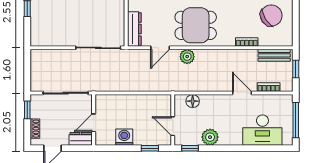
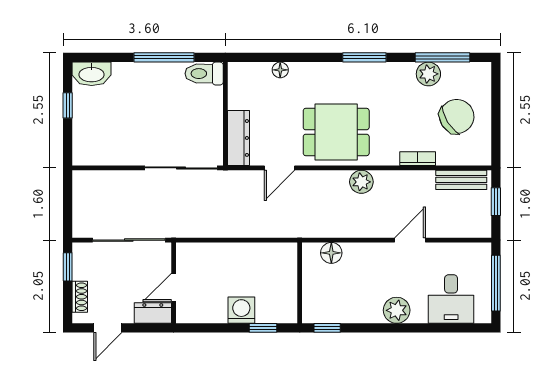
plant: (187, 57) -> (361, 182), moved
bookcase: (269, 87) -> (452, 231), removed
door: (242, 93) -> (410, 240), hinge flipped
door: (173, 126) -> (300, 293), removed
desk: (262, 130) -> (451, 299), width x0.73
washing machine: (124, 137) -> (241, 310), moved
plant: (210, 137) -> (397, 310), moved

